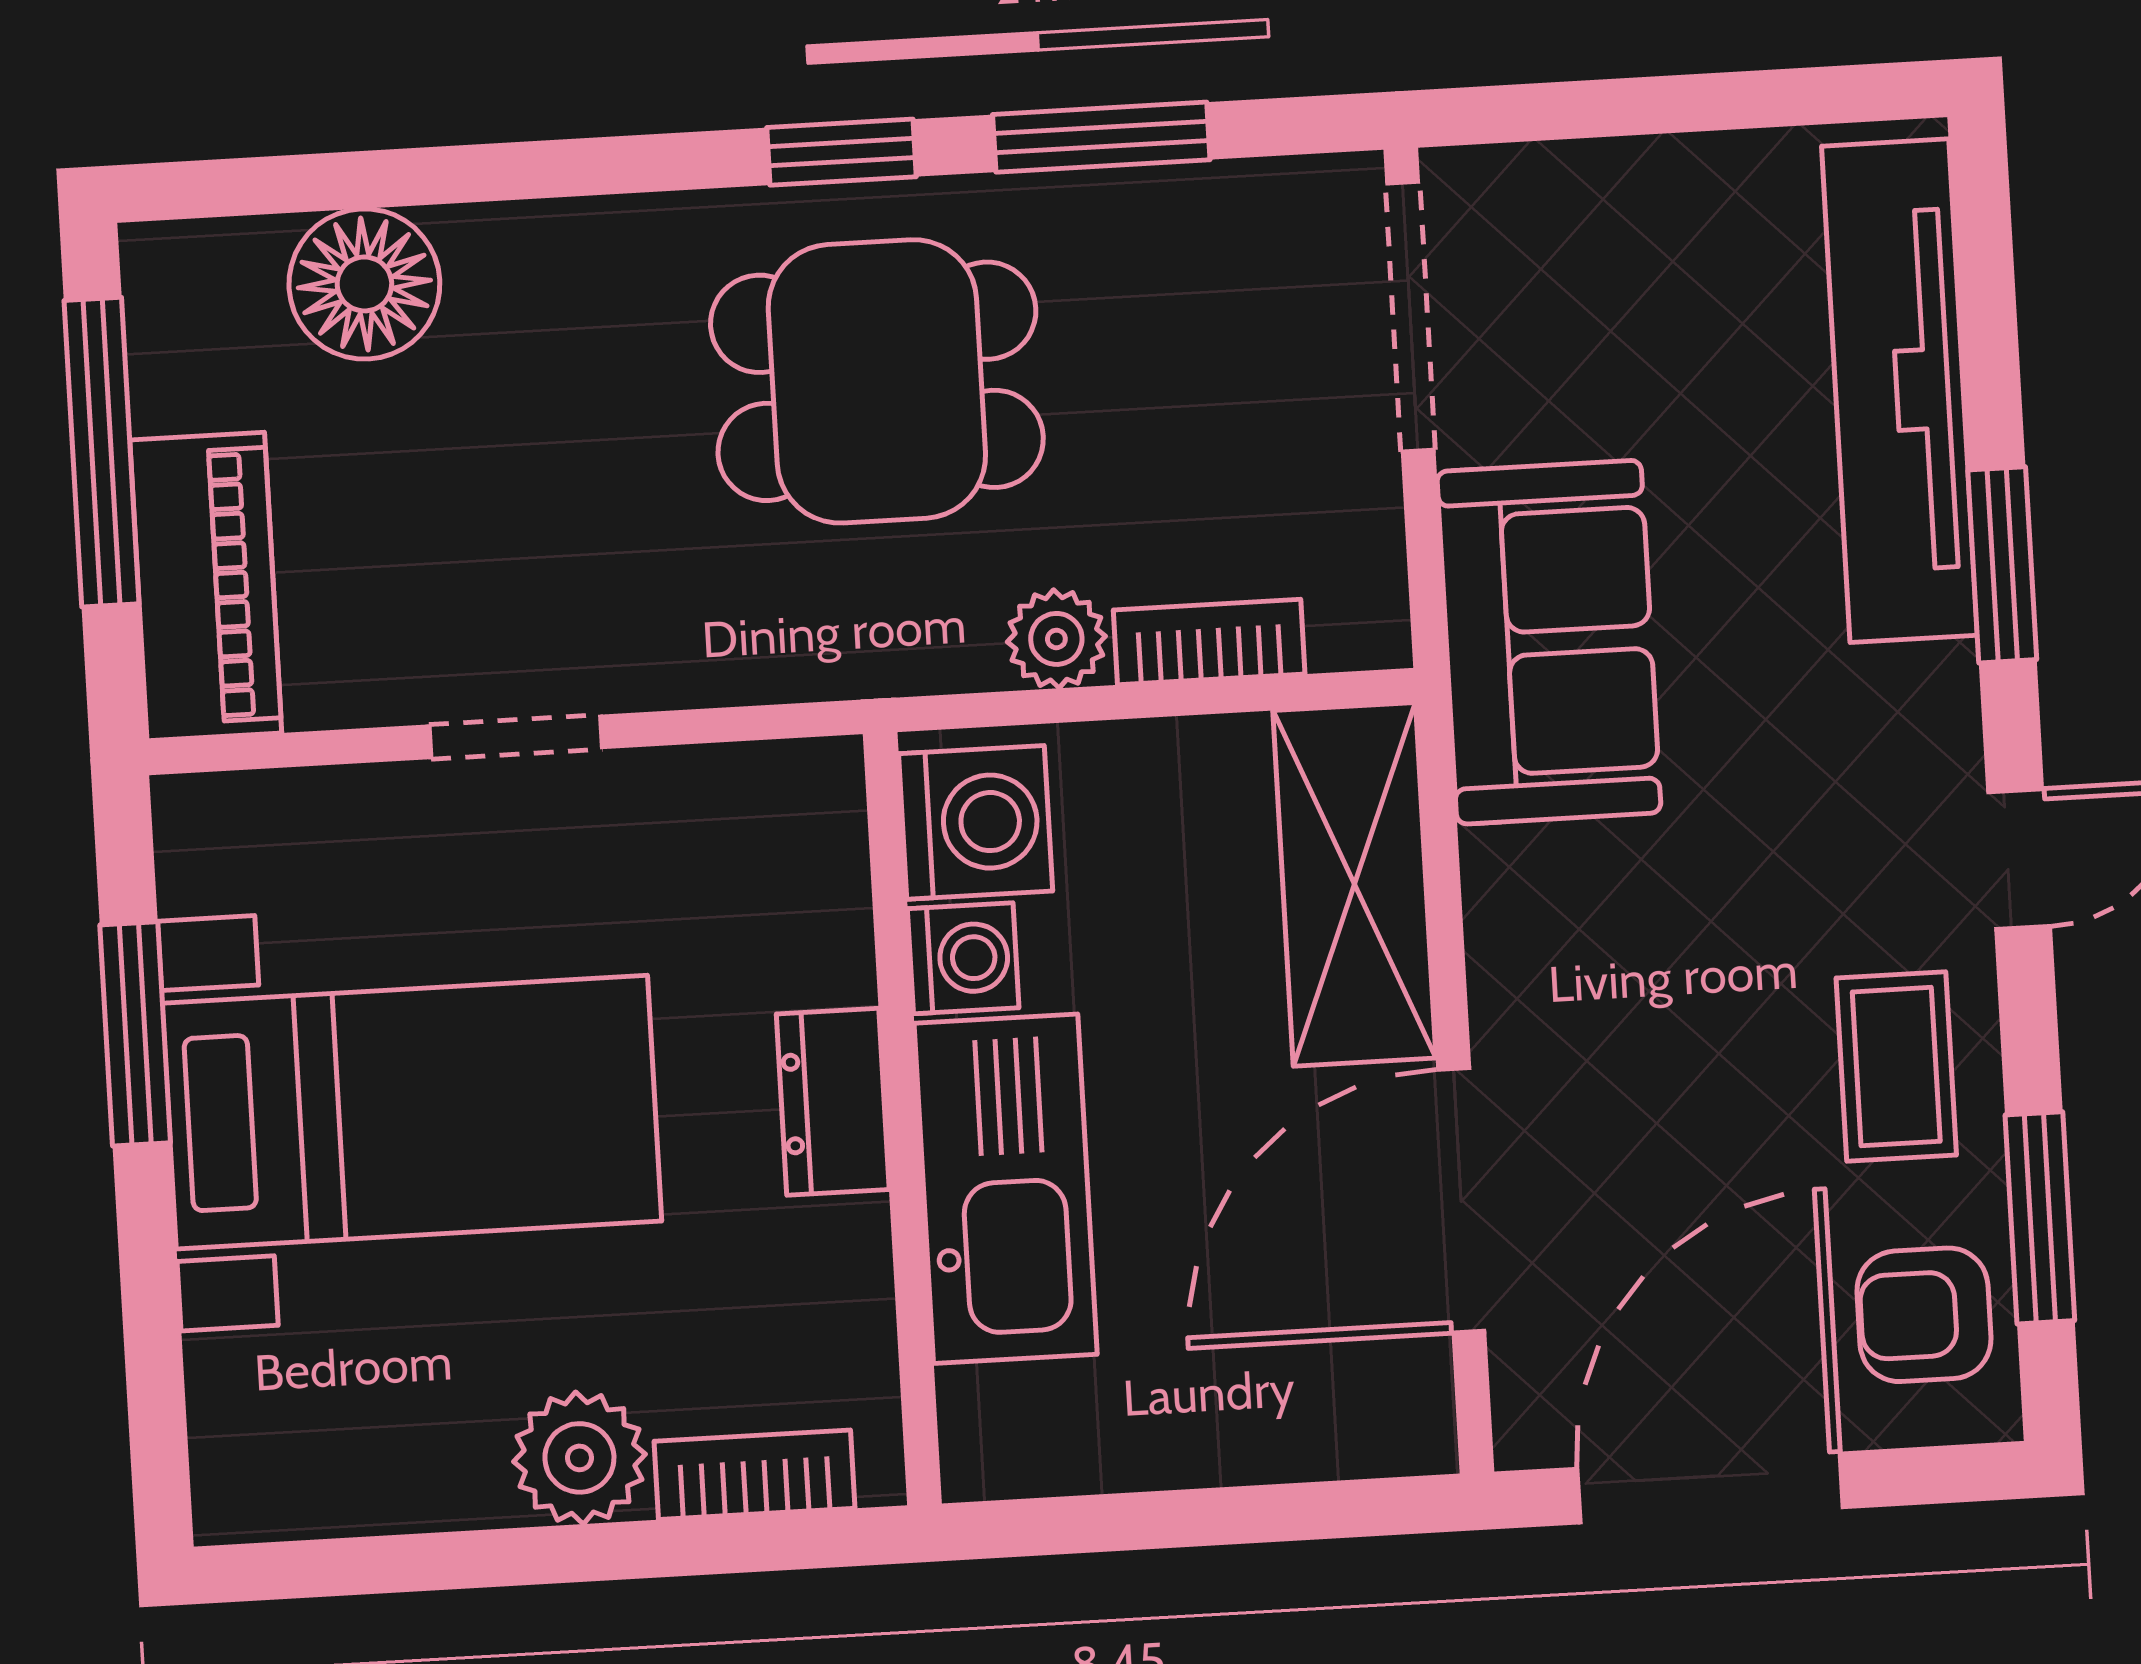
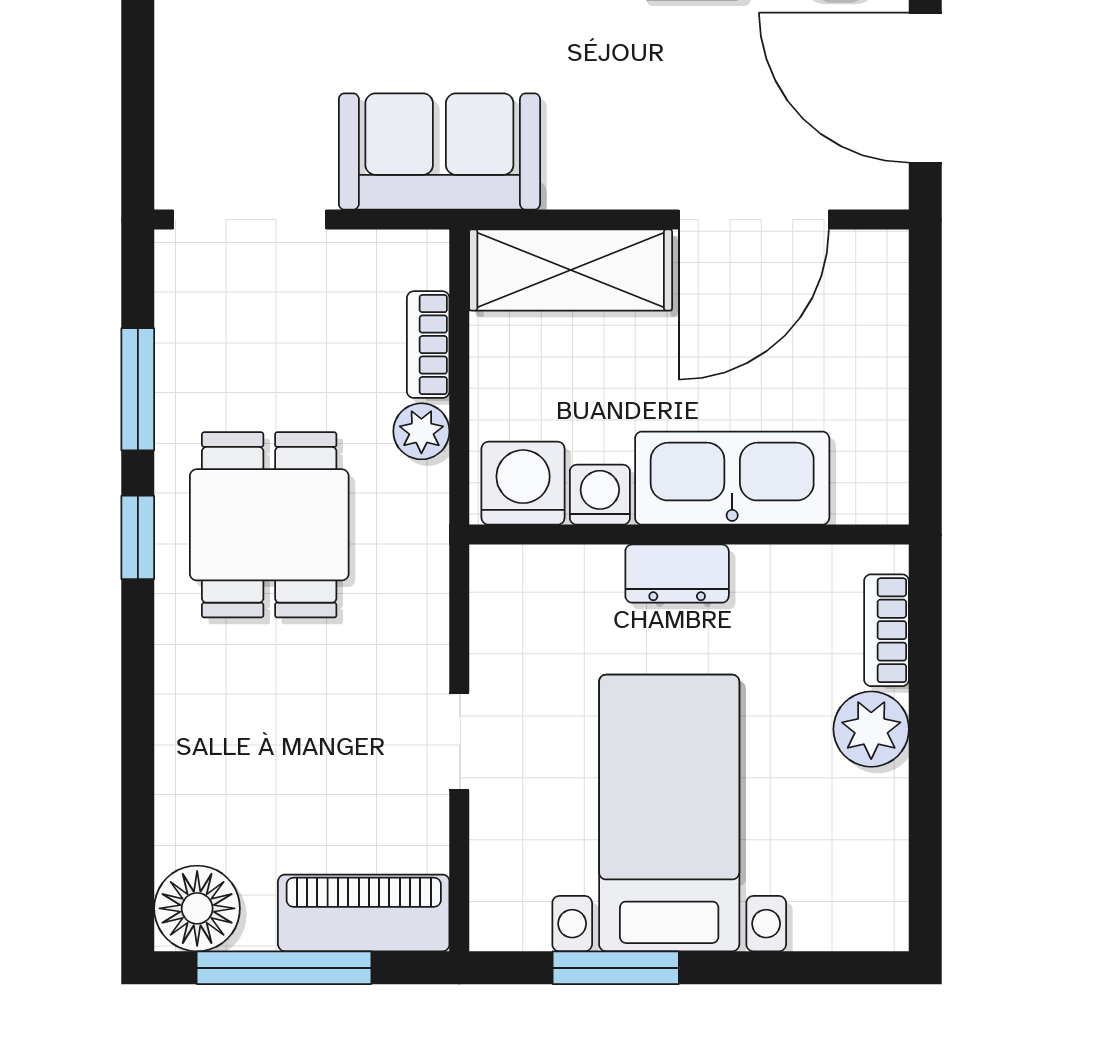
floor lamp: (364, 284) -> (197, 908), moved
door: (1461, 1200) -> (754, 220), hinge flipped

